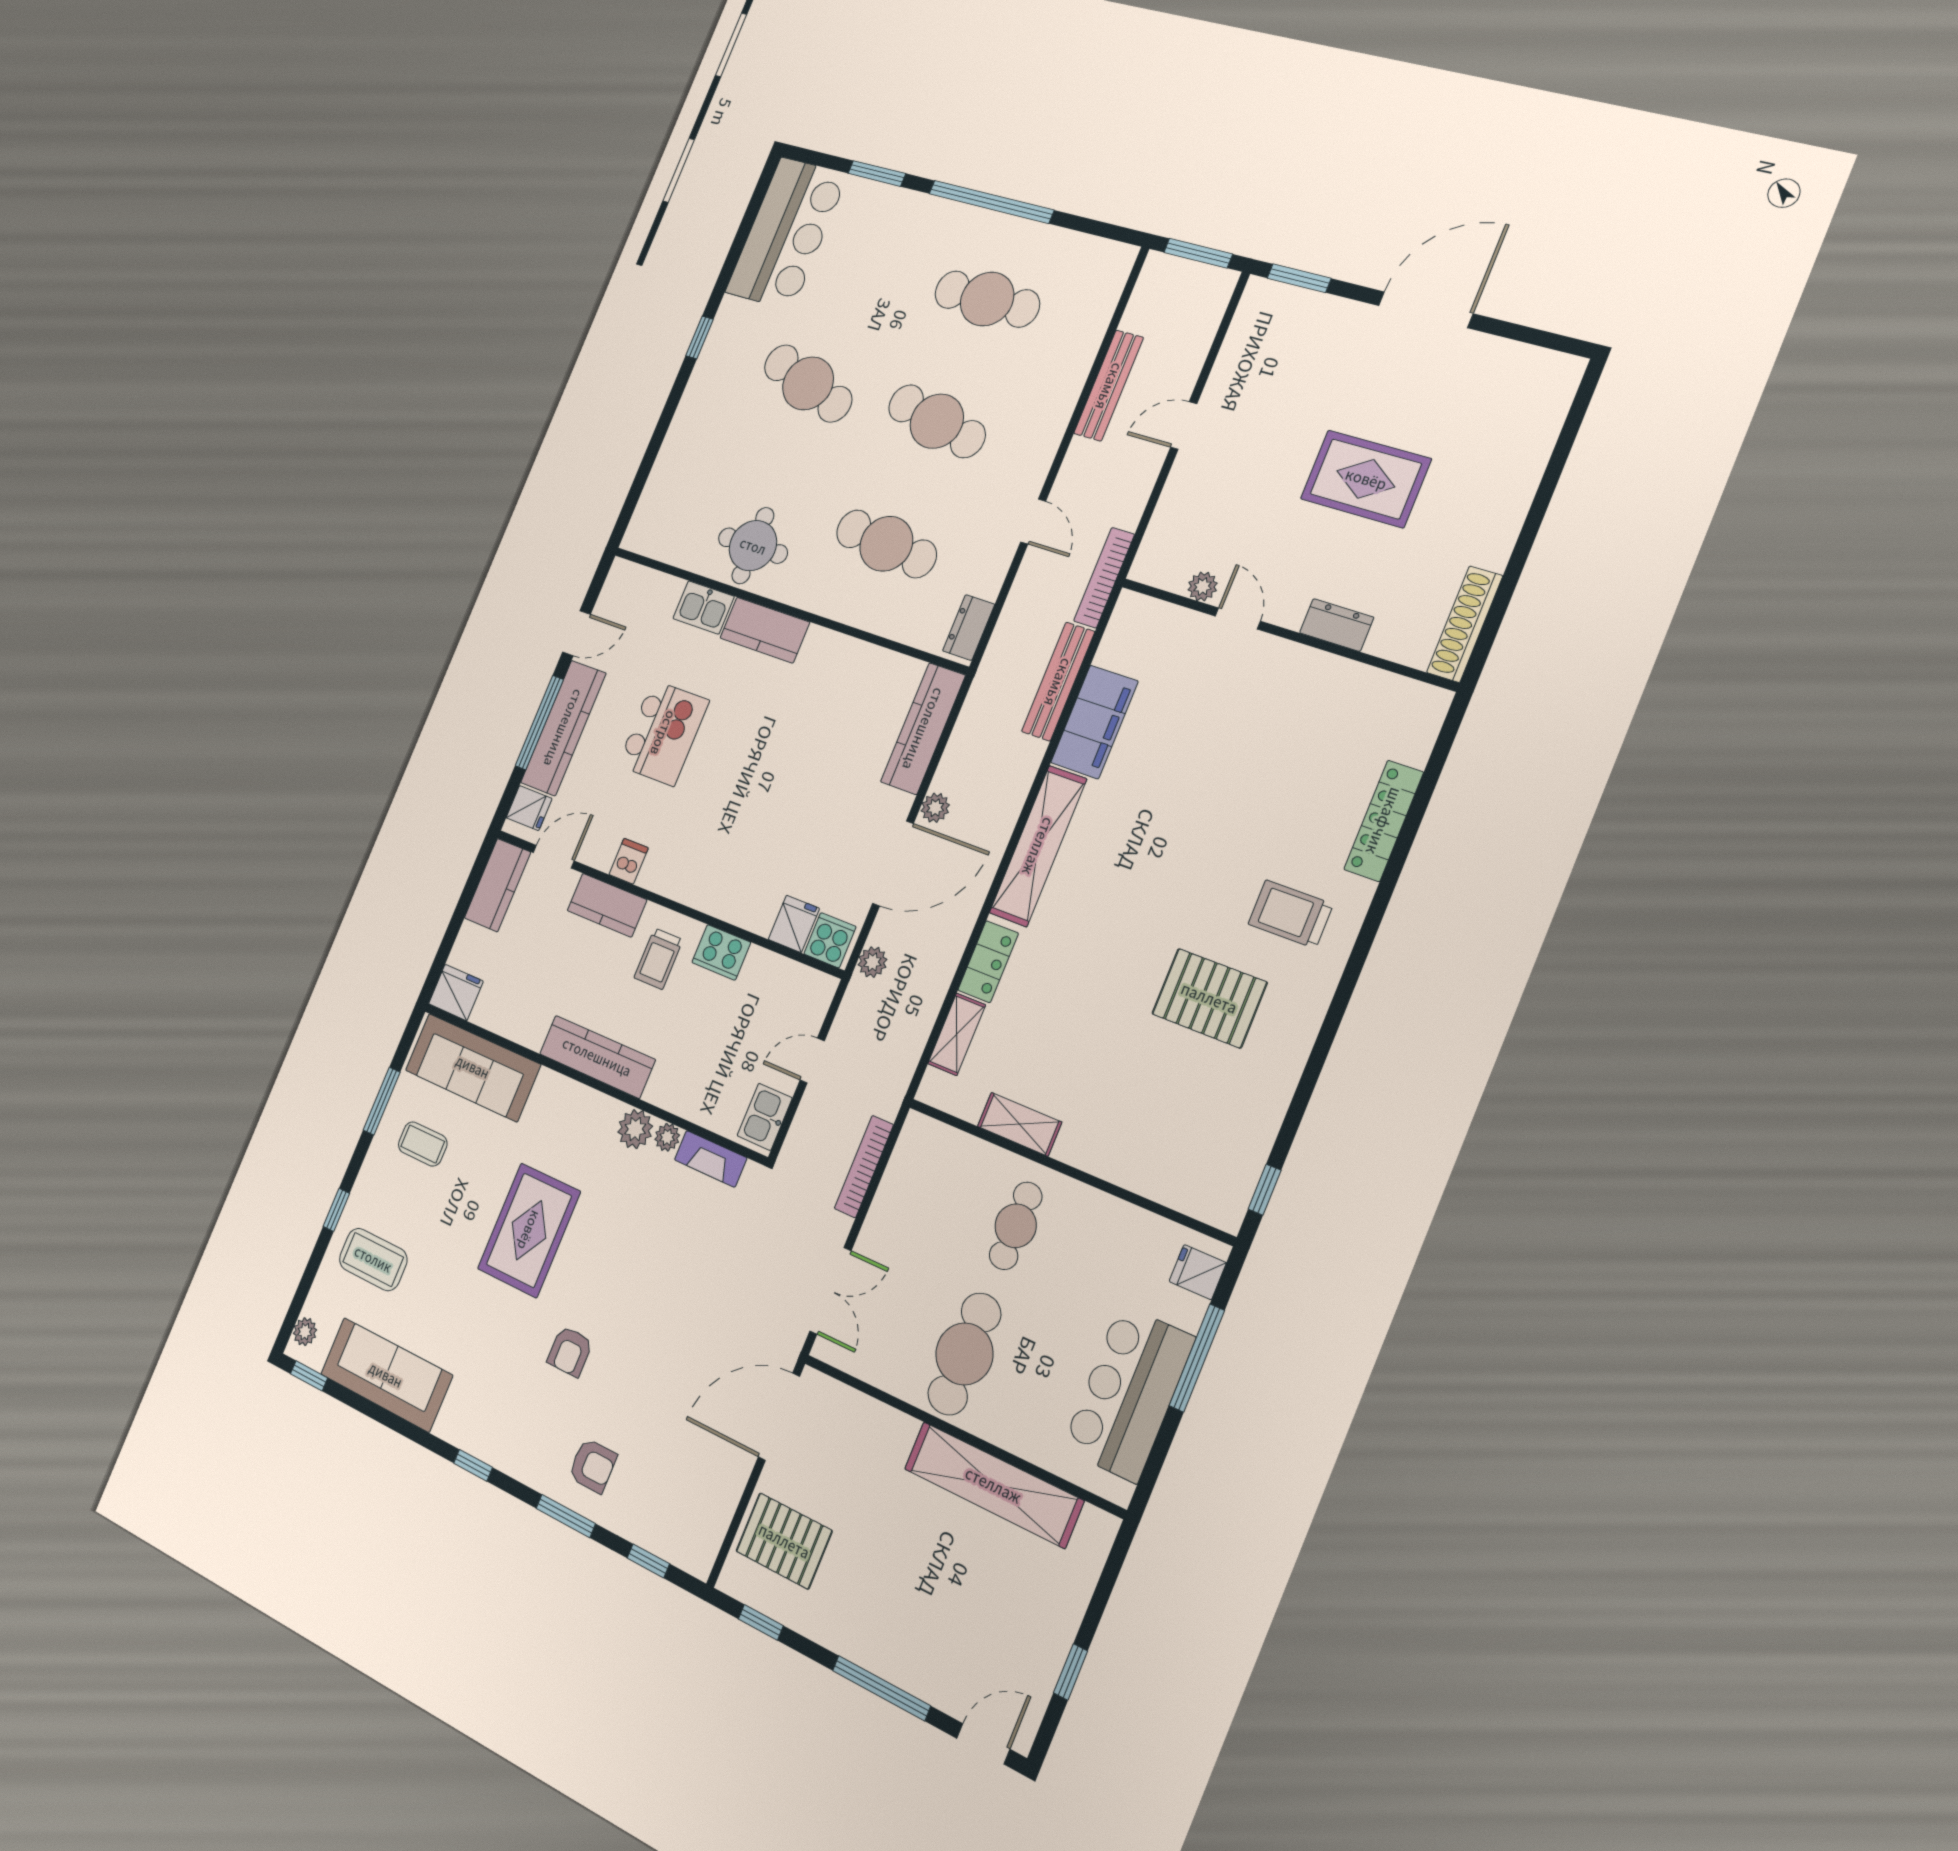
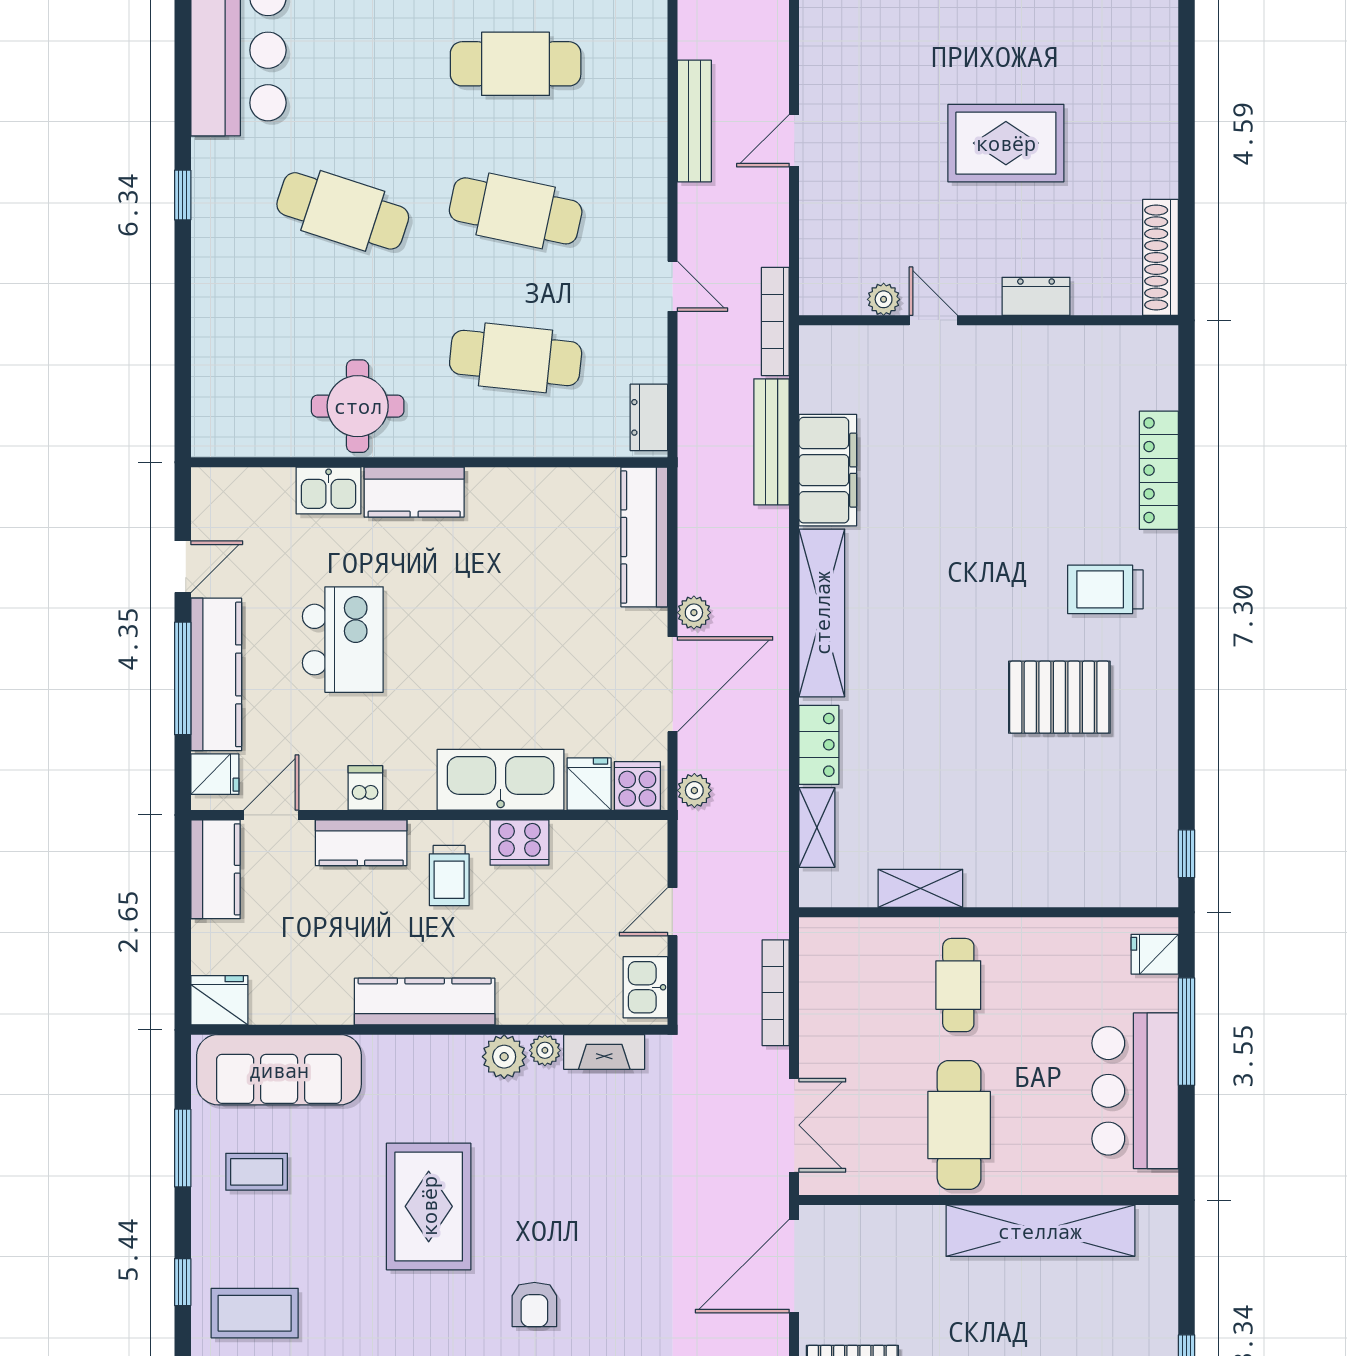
kitchen sink: (729, 894) -> (501, 780), added

